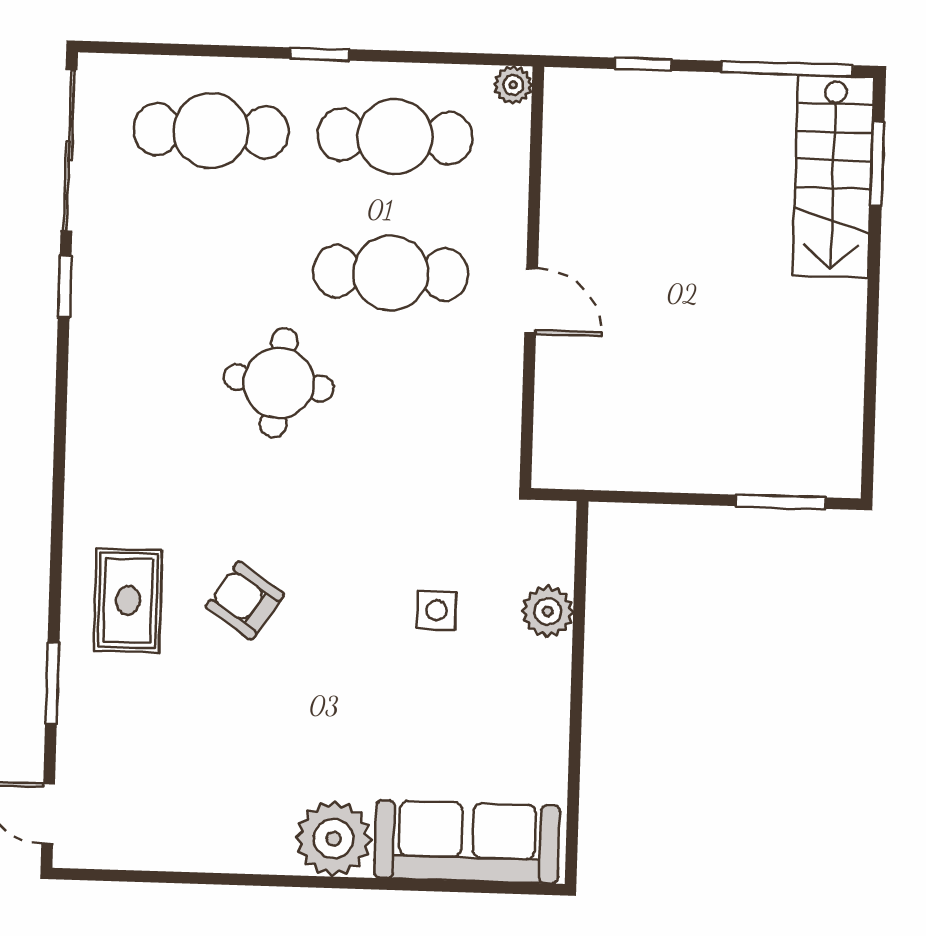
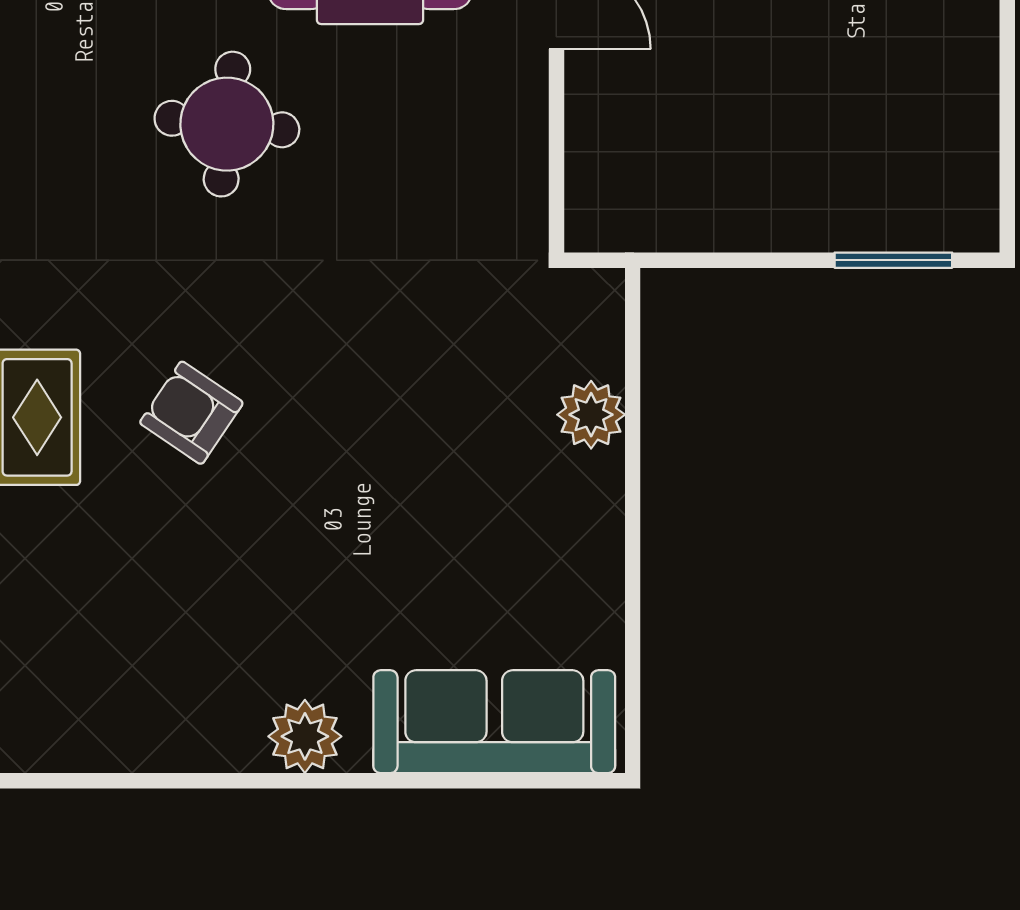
side table: (437, 610) -> (445, 418), removed
plant: (334, 839) -> (305, 736), width x0.73, depth x0.73

